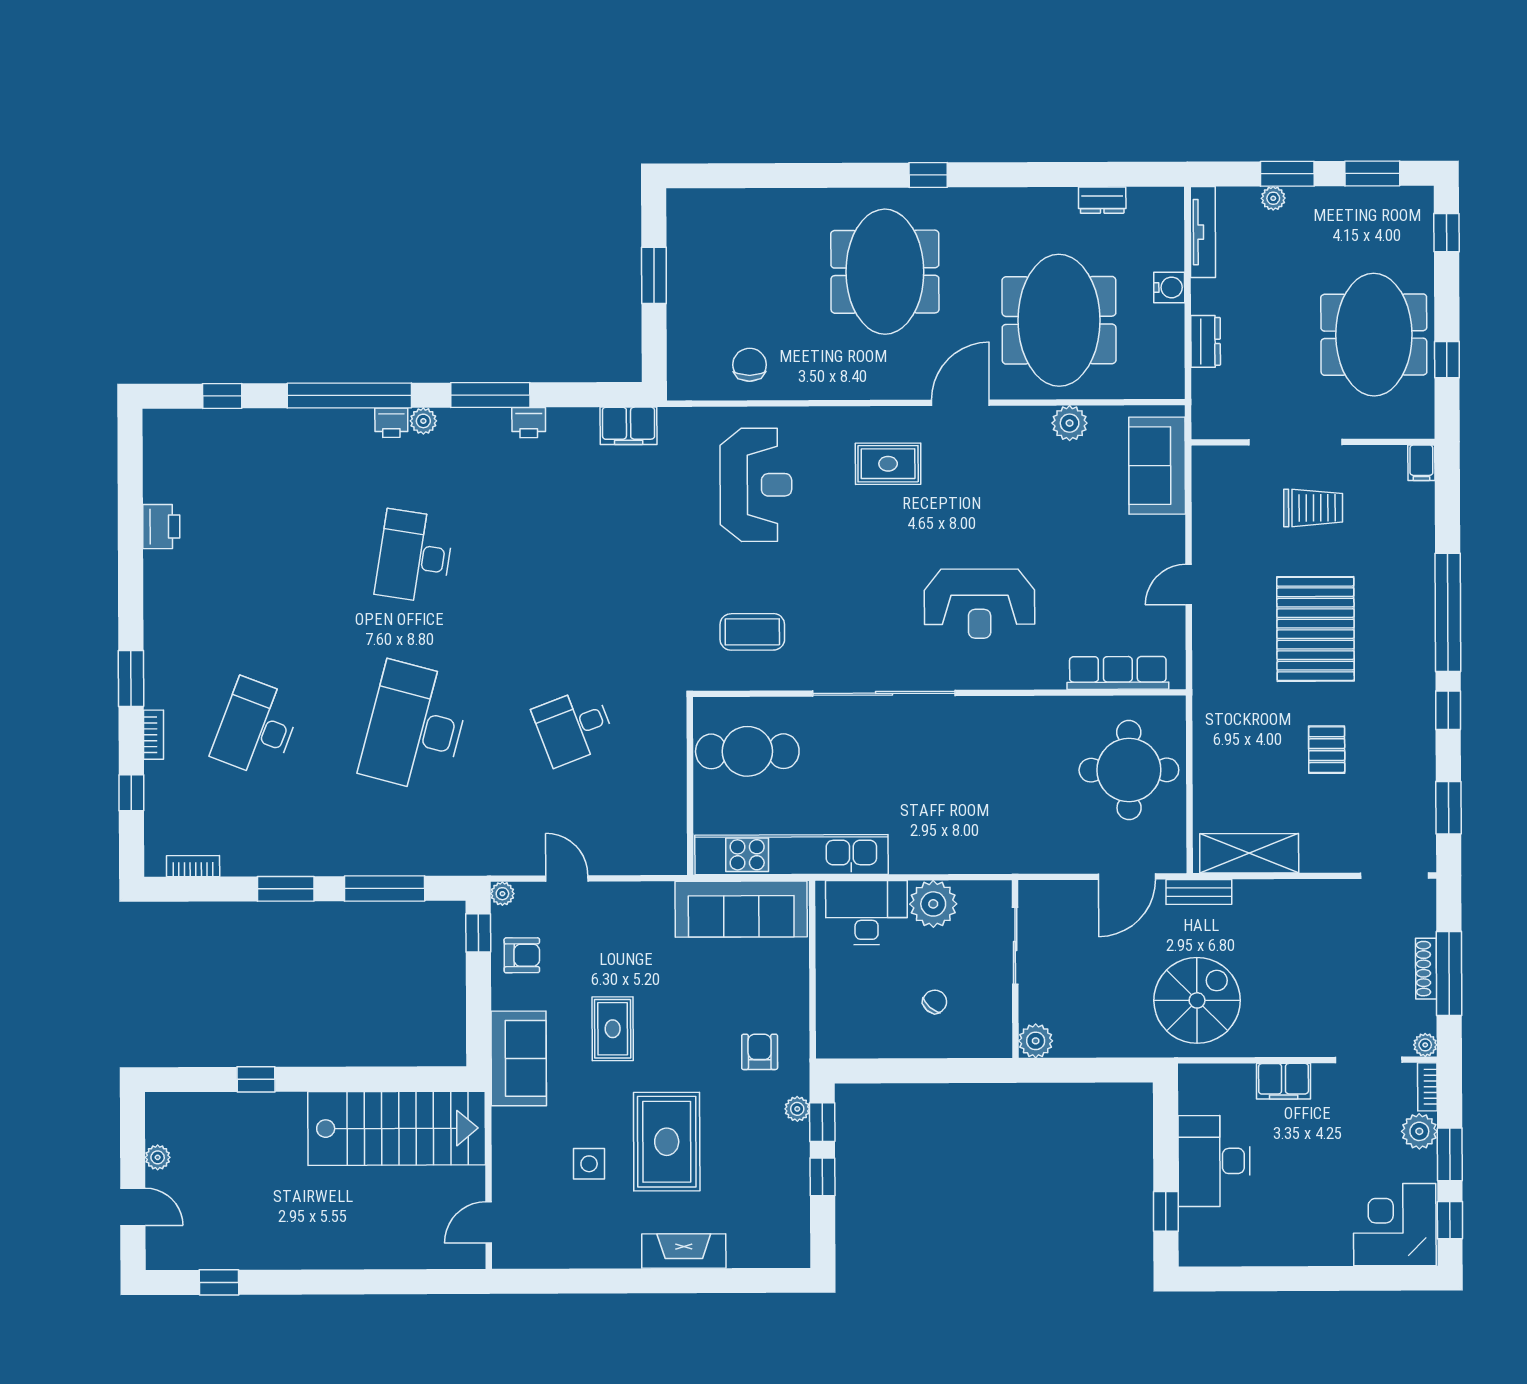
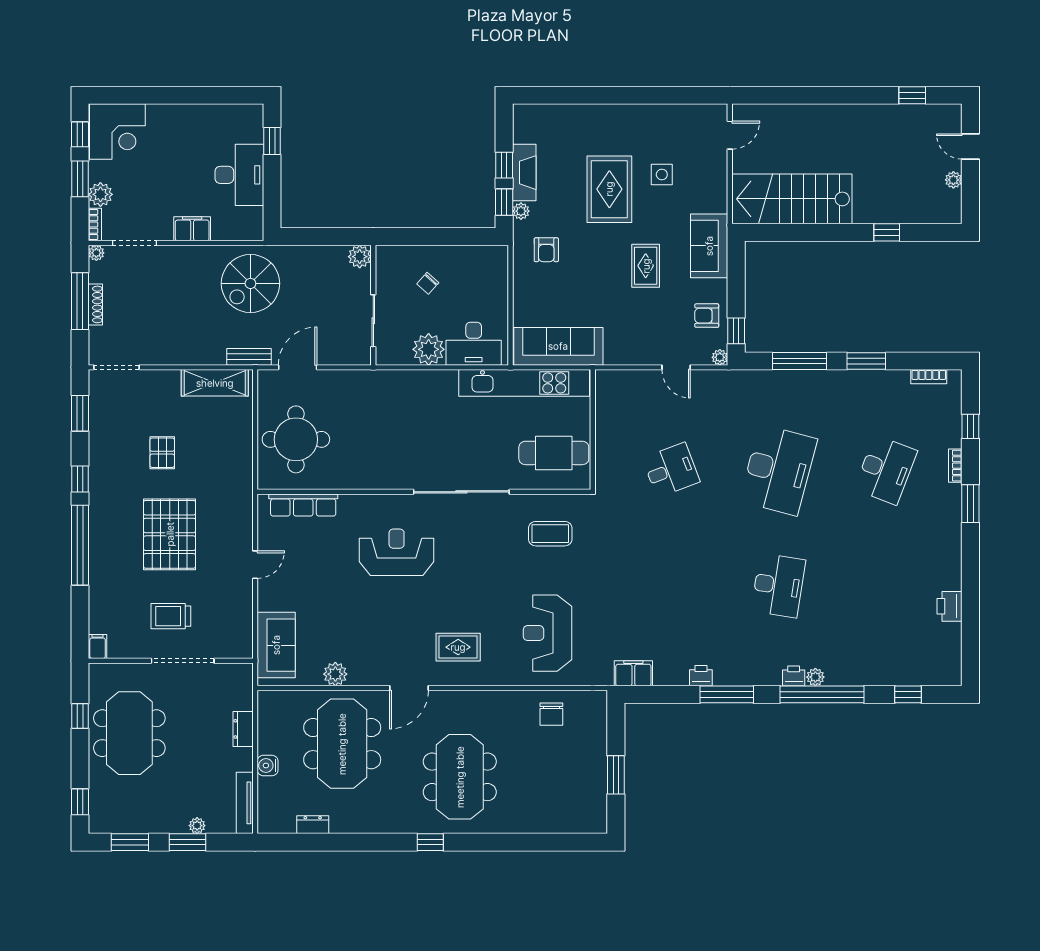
plant: (423, 421) -> (815, 677), moved
fireplace: (684, 1251) -> (524, 173), moved, turned -90

